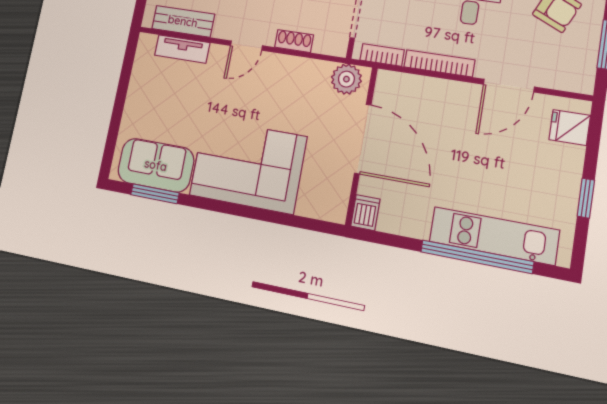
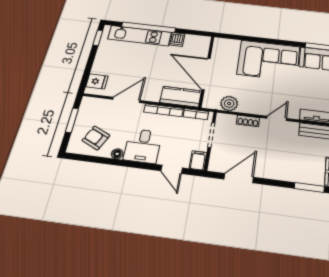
plant: (346, 79) -> (229, 103), moved
kitchen counter: (409, 91) -> (181, 97), added
window: (586, 198) -> (98, 38), moved
dishwasher: (365, 213) -> (177, 39), moved

